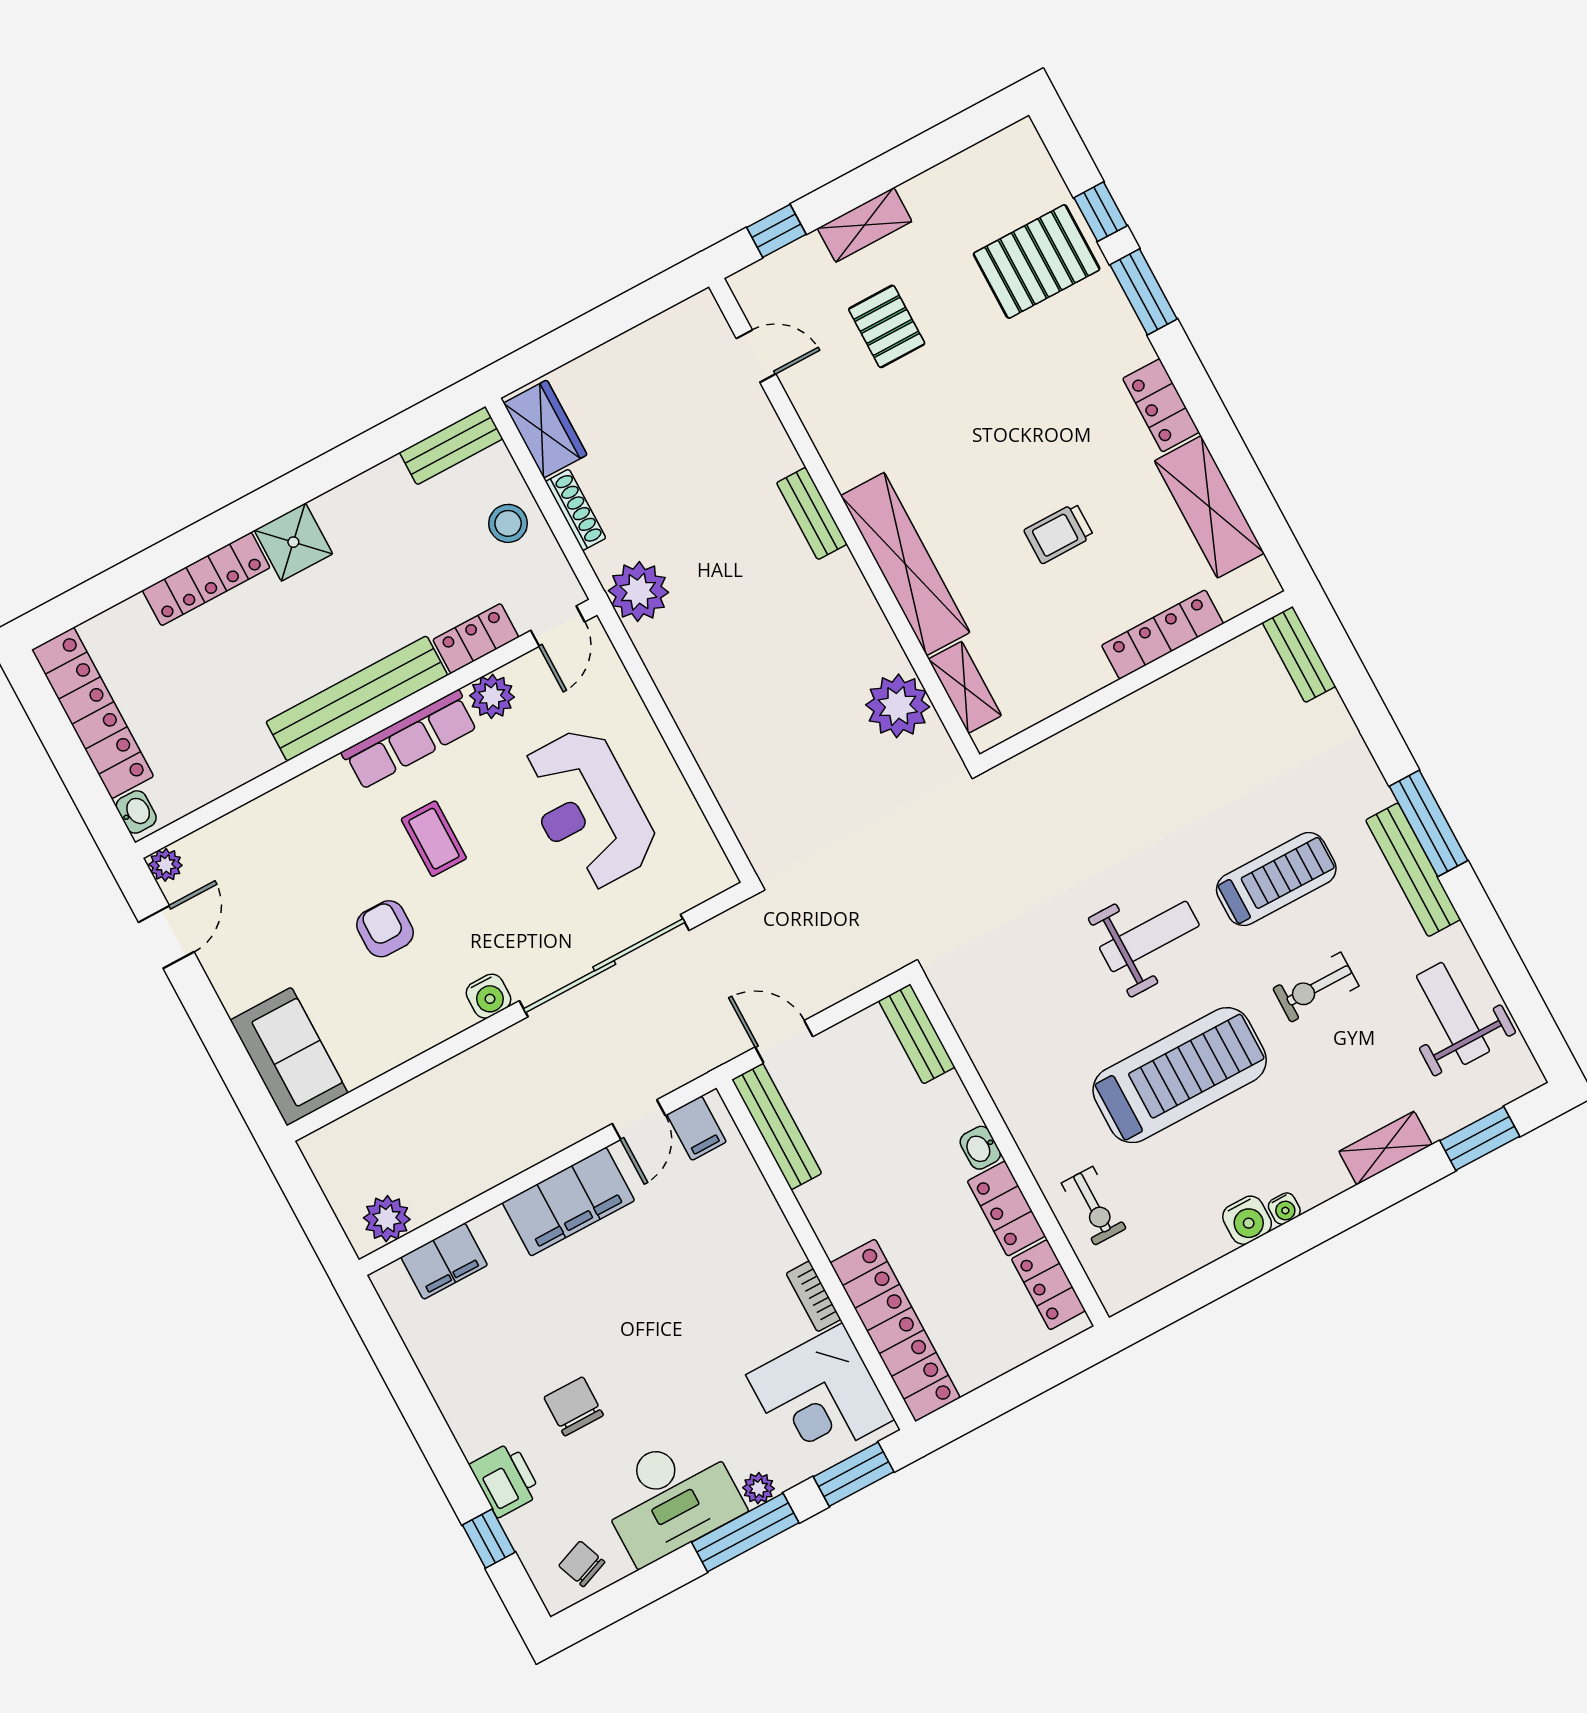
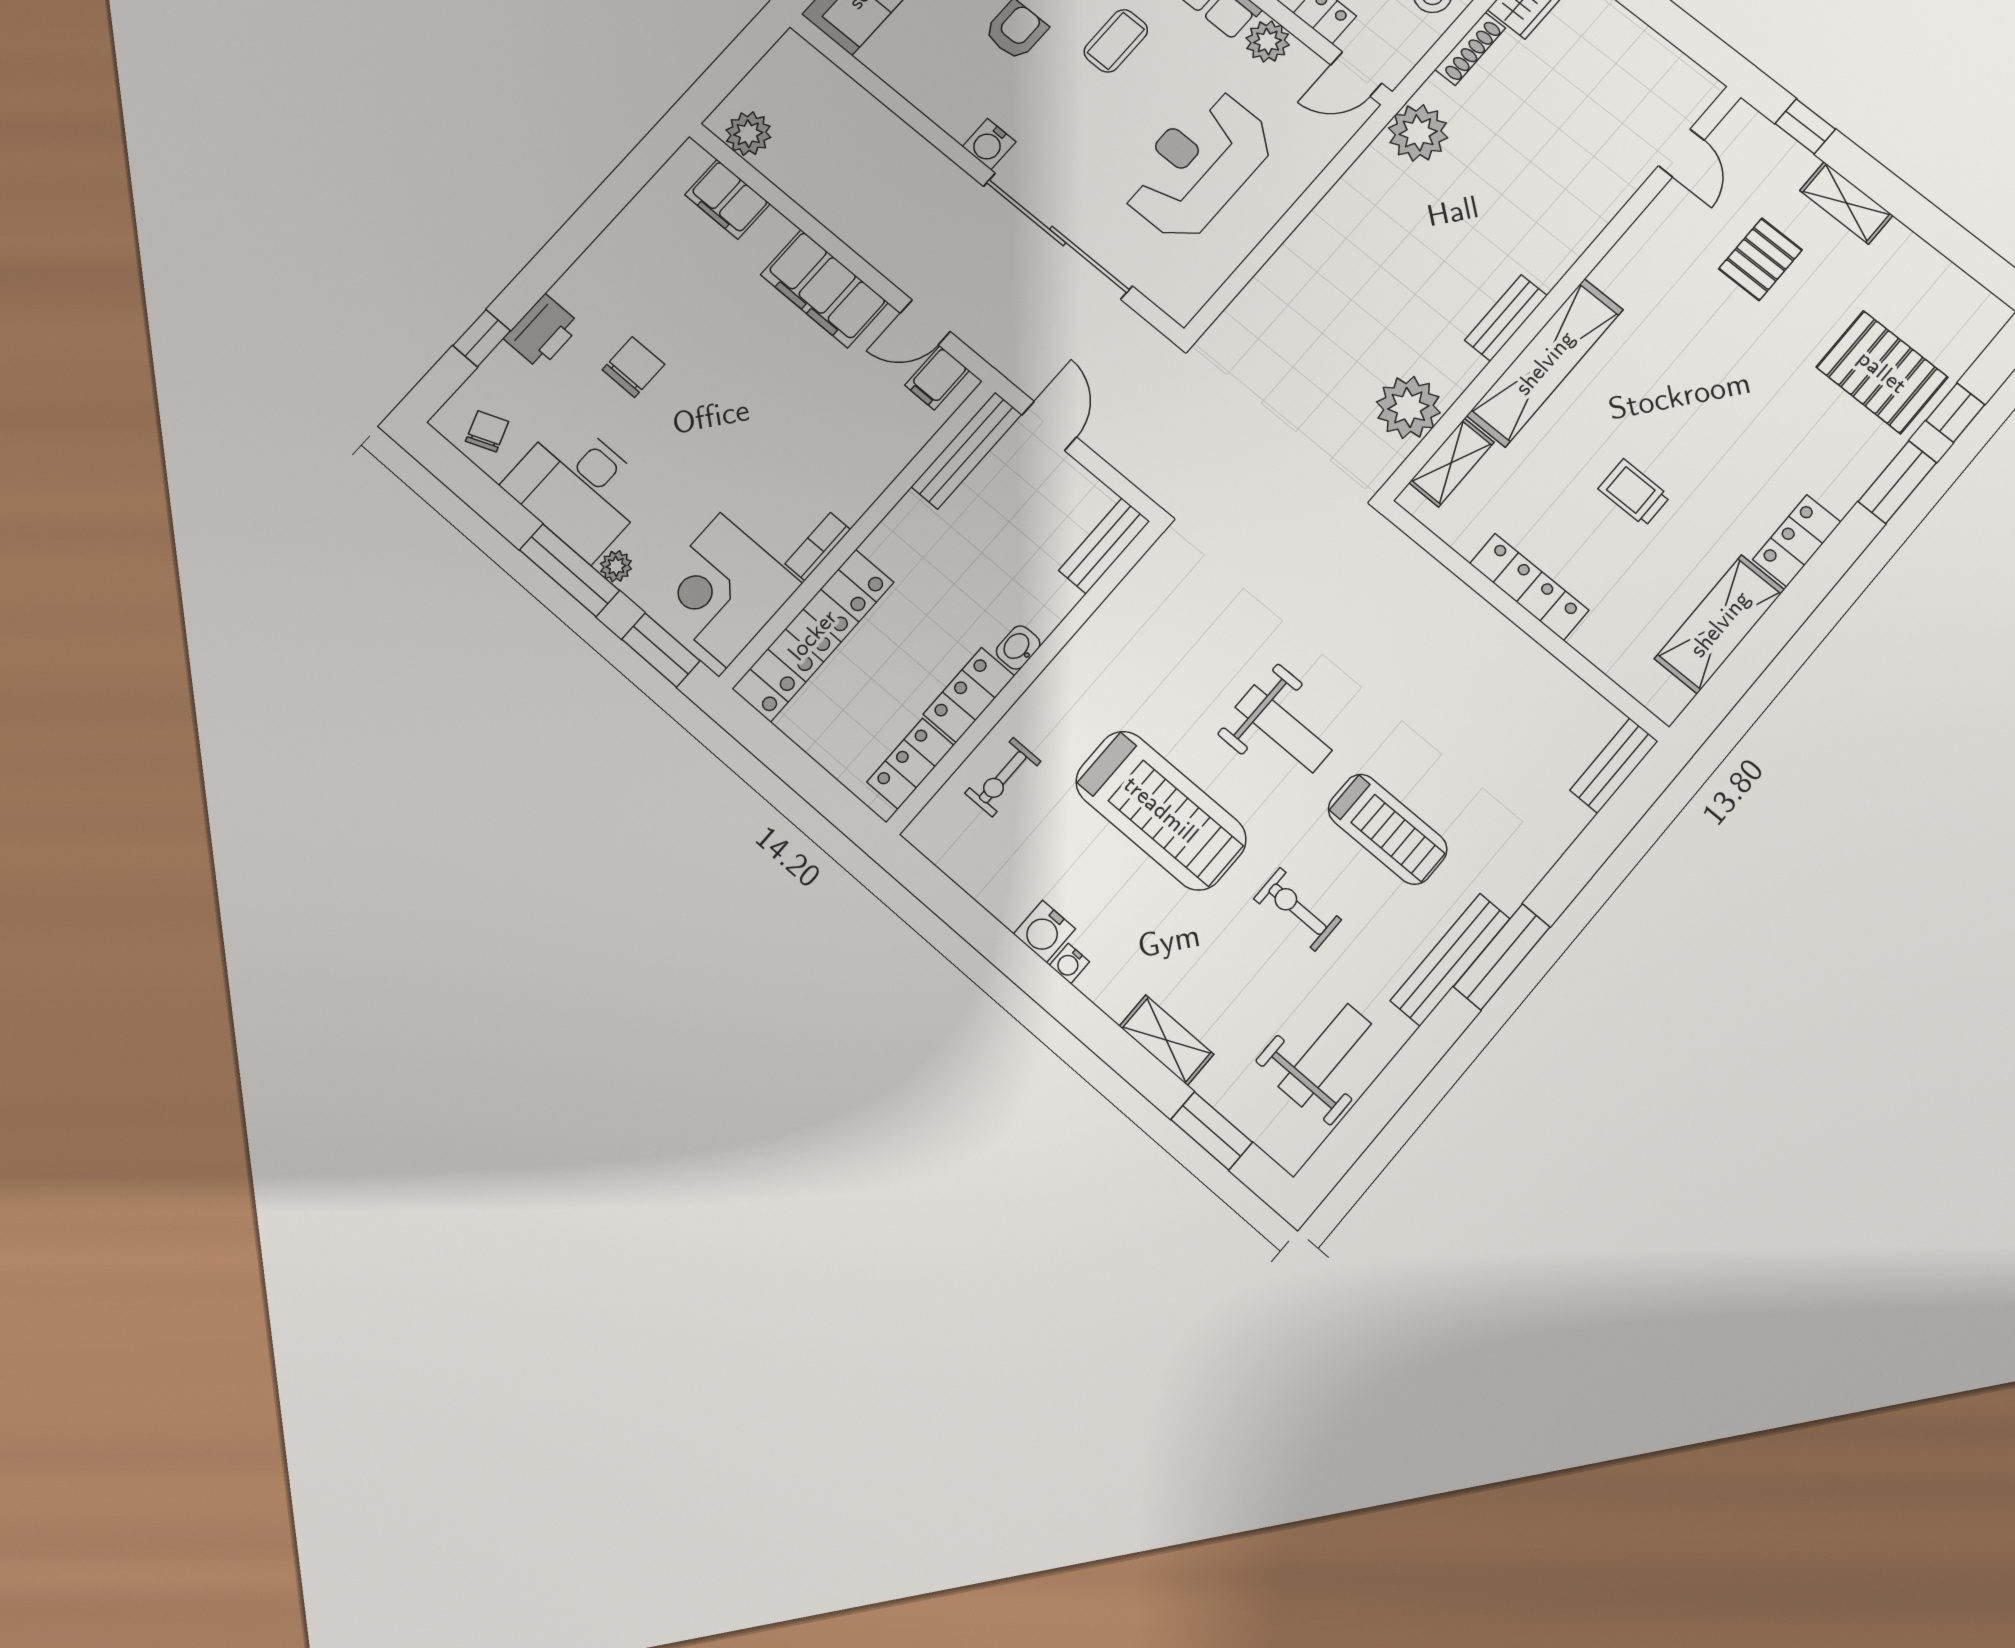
bench: (812, 513) -> (1506, 318), moved
locker: (1163, 634) -> (1529, 587), moved

